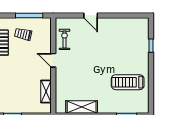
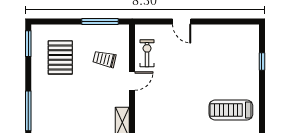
trolley: (23, 34) -> (104, 59), moved
door: (53, 60) -> (132, 81), swing flipped

